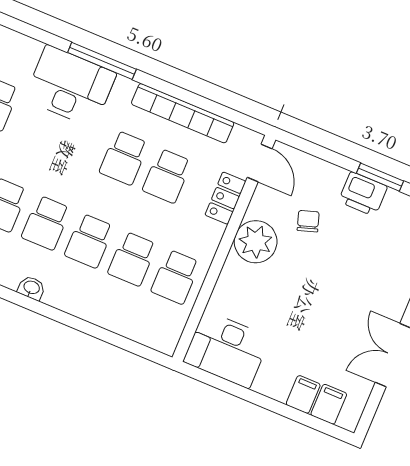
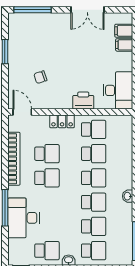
door: (260, 163) -> (22, 112), hinge flipped
printer: (363, 194) -> (83, 101), moved, turned -90
locker: (225, 198) -> (62, 121), moved
plant: (256, 242) -> (61, 98), removed

